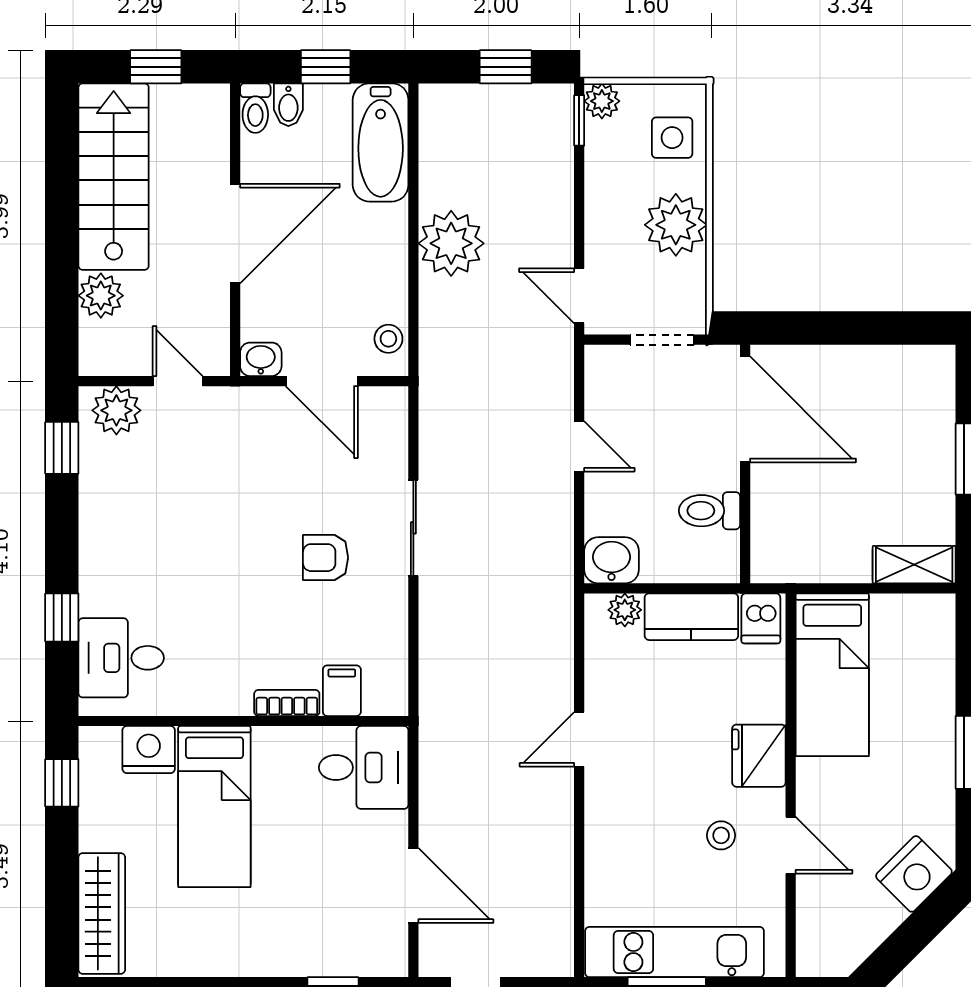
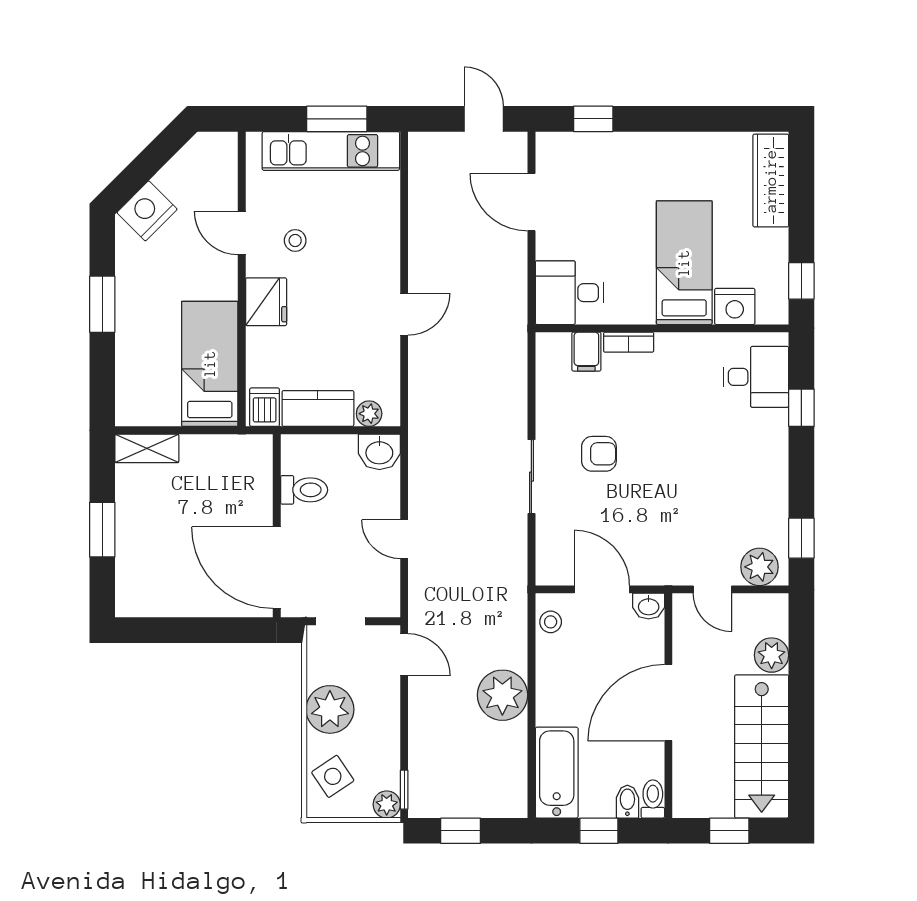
side table: (672, 138) -> (333, 776), turned -34

